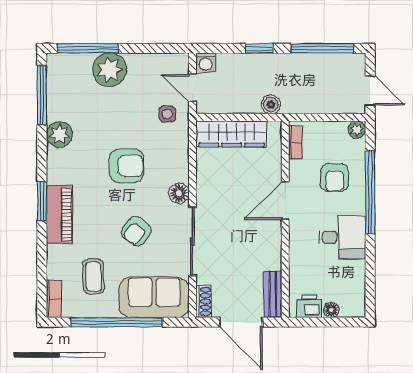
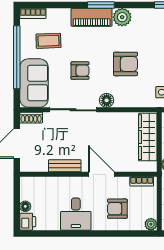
plant: (59, 134) -> (122, 17), moved
armchair: (127, 166) -> (126, 64), turned -90
window: (370, 192) -> (107, 233), removed
armchair: (136, 231) -> (80, 71), turned 144
bench: (273, 294) -> (65, 166), moved
printer: (309, 306) -> (28, 222), moved

